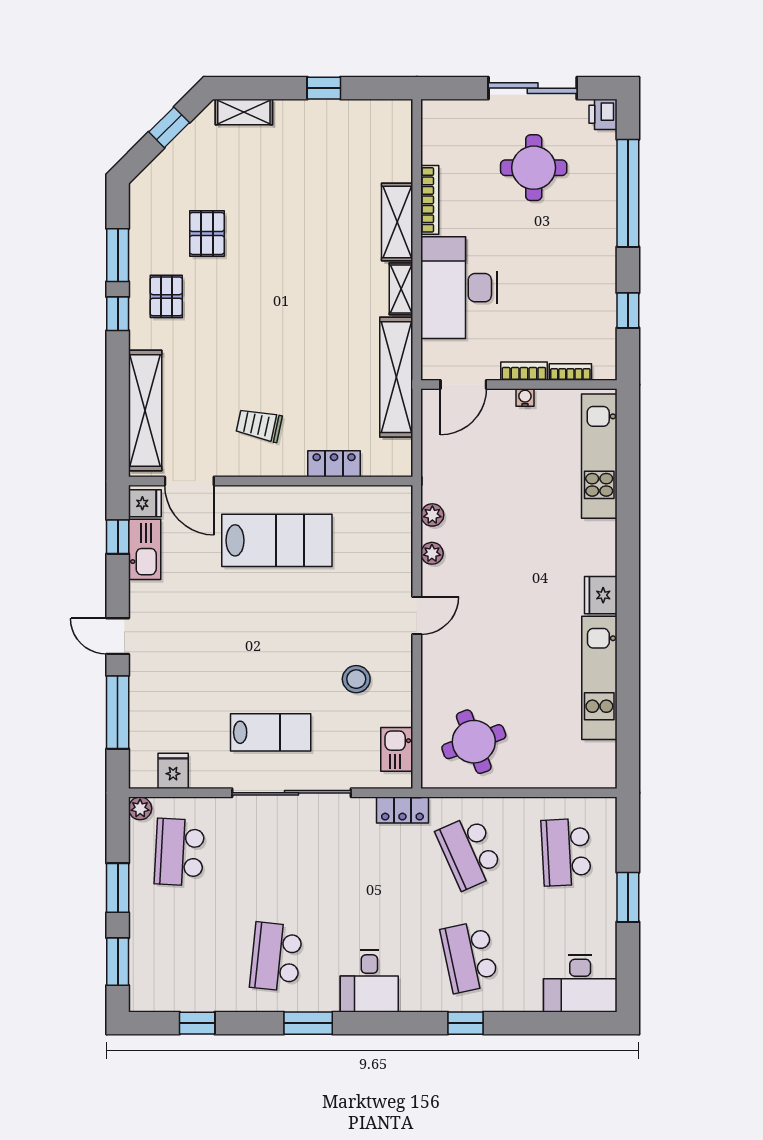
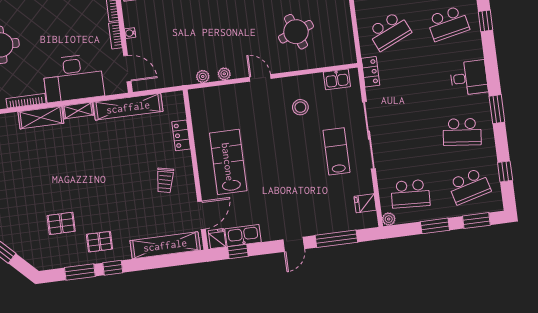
round table: (474, 742) -> (296, 32), moved
school desk: (179, 957) -> (469, 186), added

